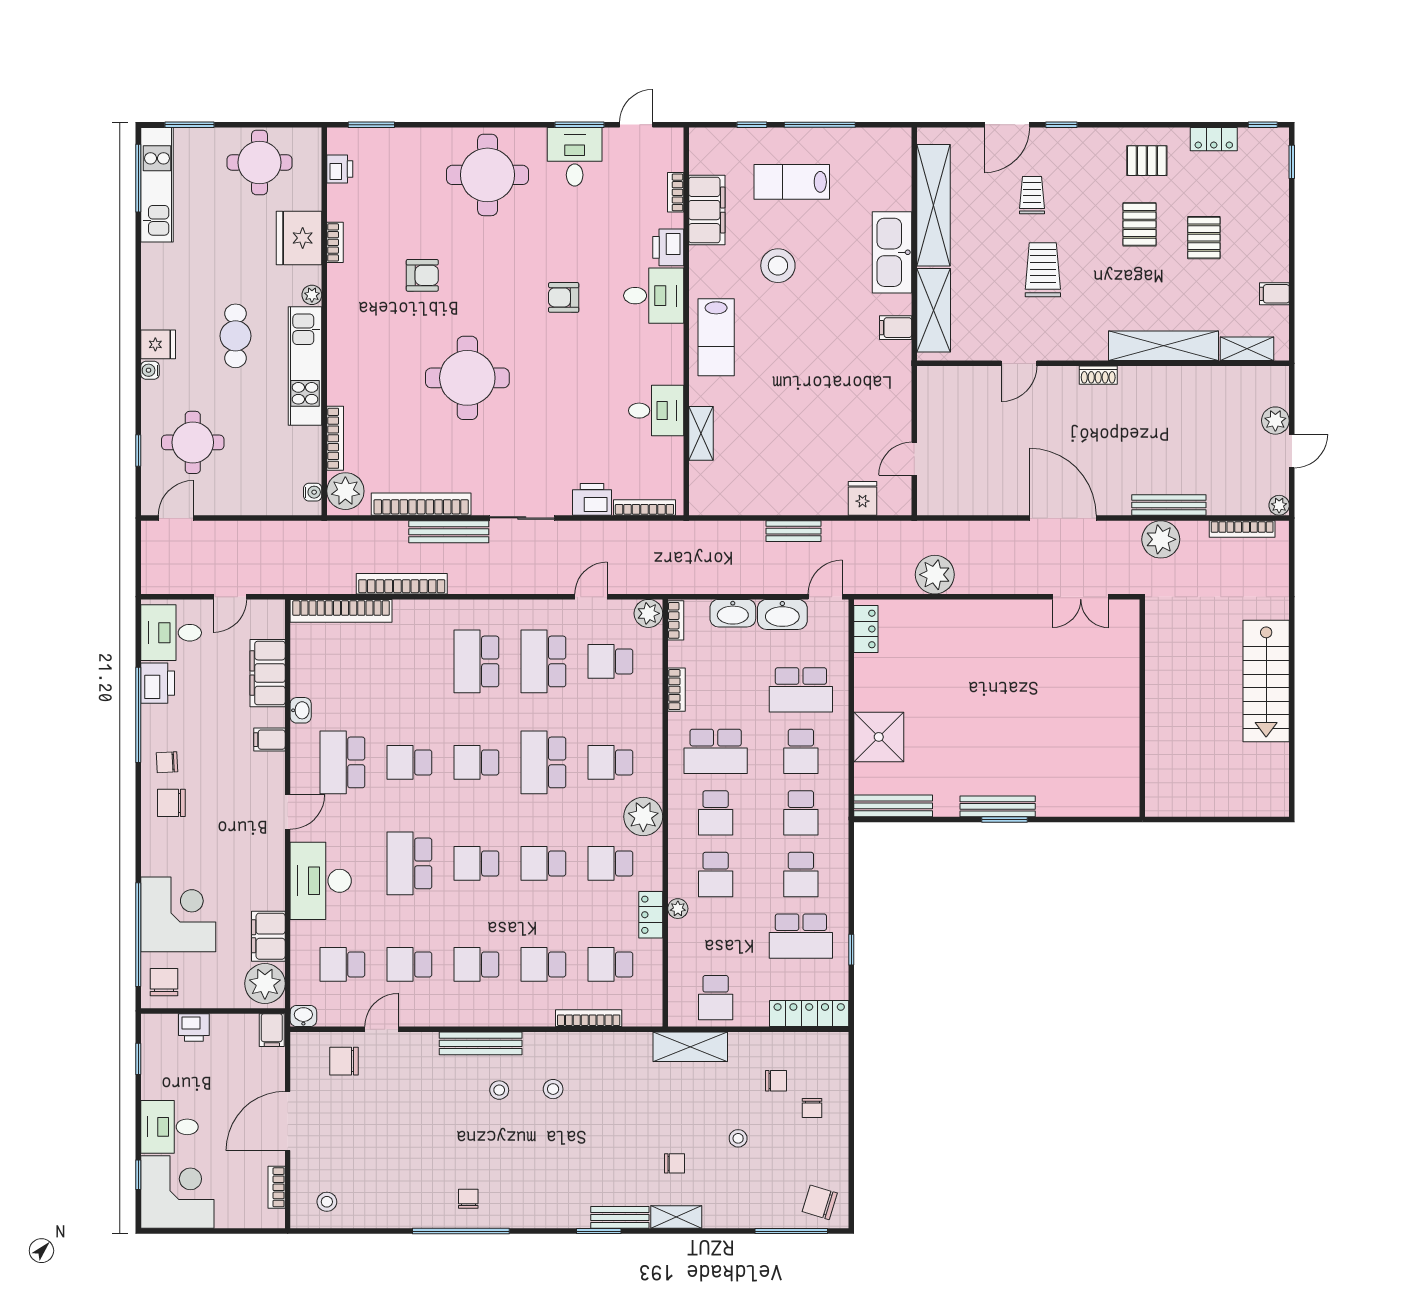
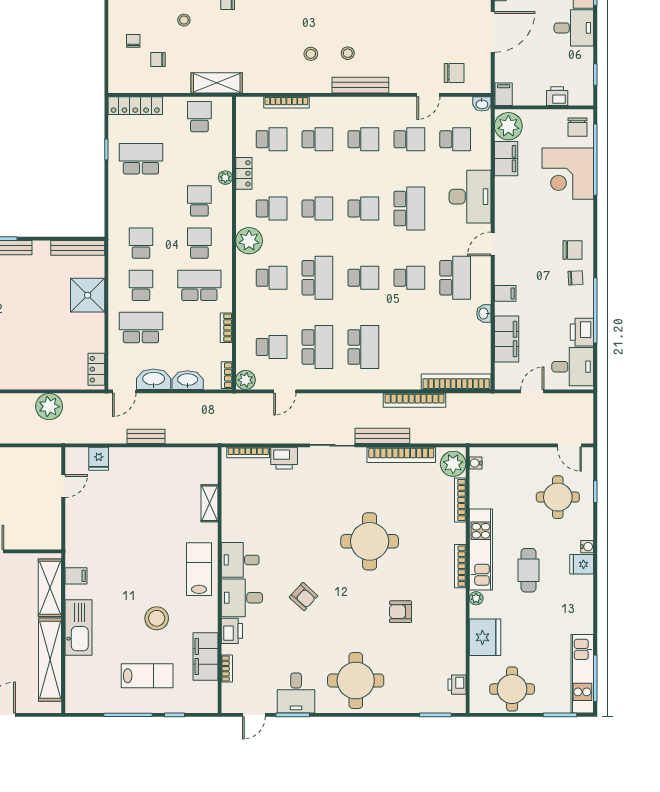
bookcase: (335, 242) -> (460, 566), moved, width x1.56
armchair: (564, 297) -> (304, 597), turned 42
desk: (656, 411) -> (240, 560), moved
door: (176, 518) -> (569, 445), hinge flipped
school desk: (801, 874) -> (141, 201), removed

